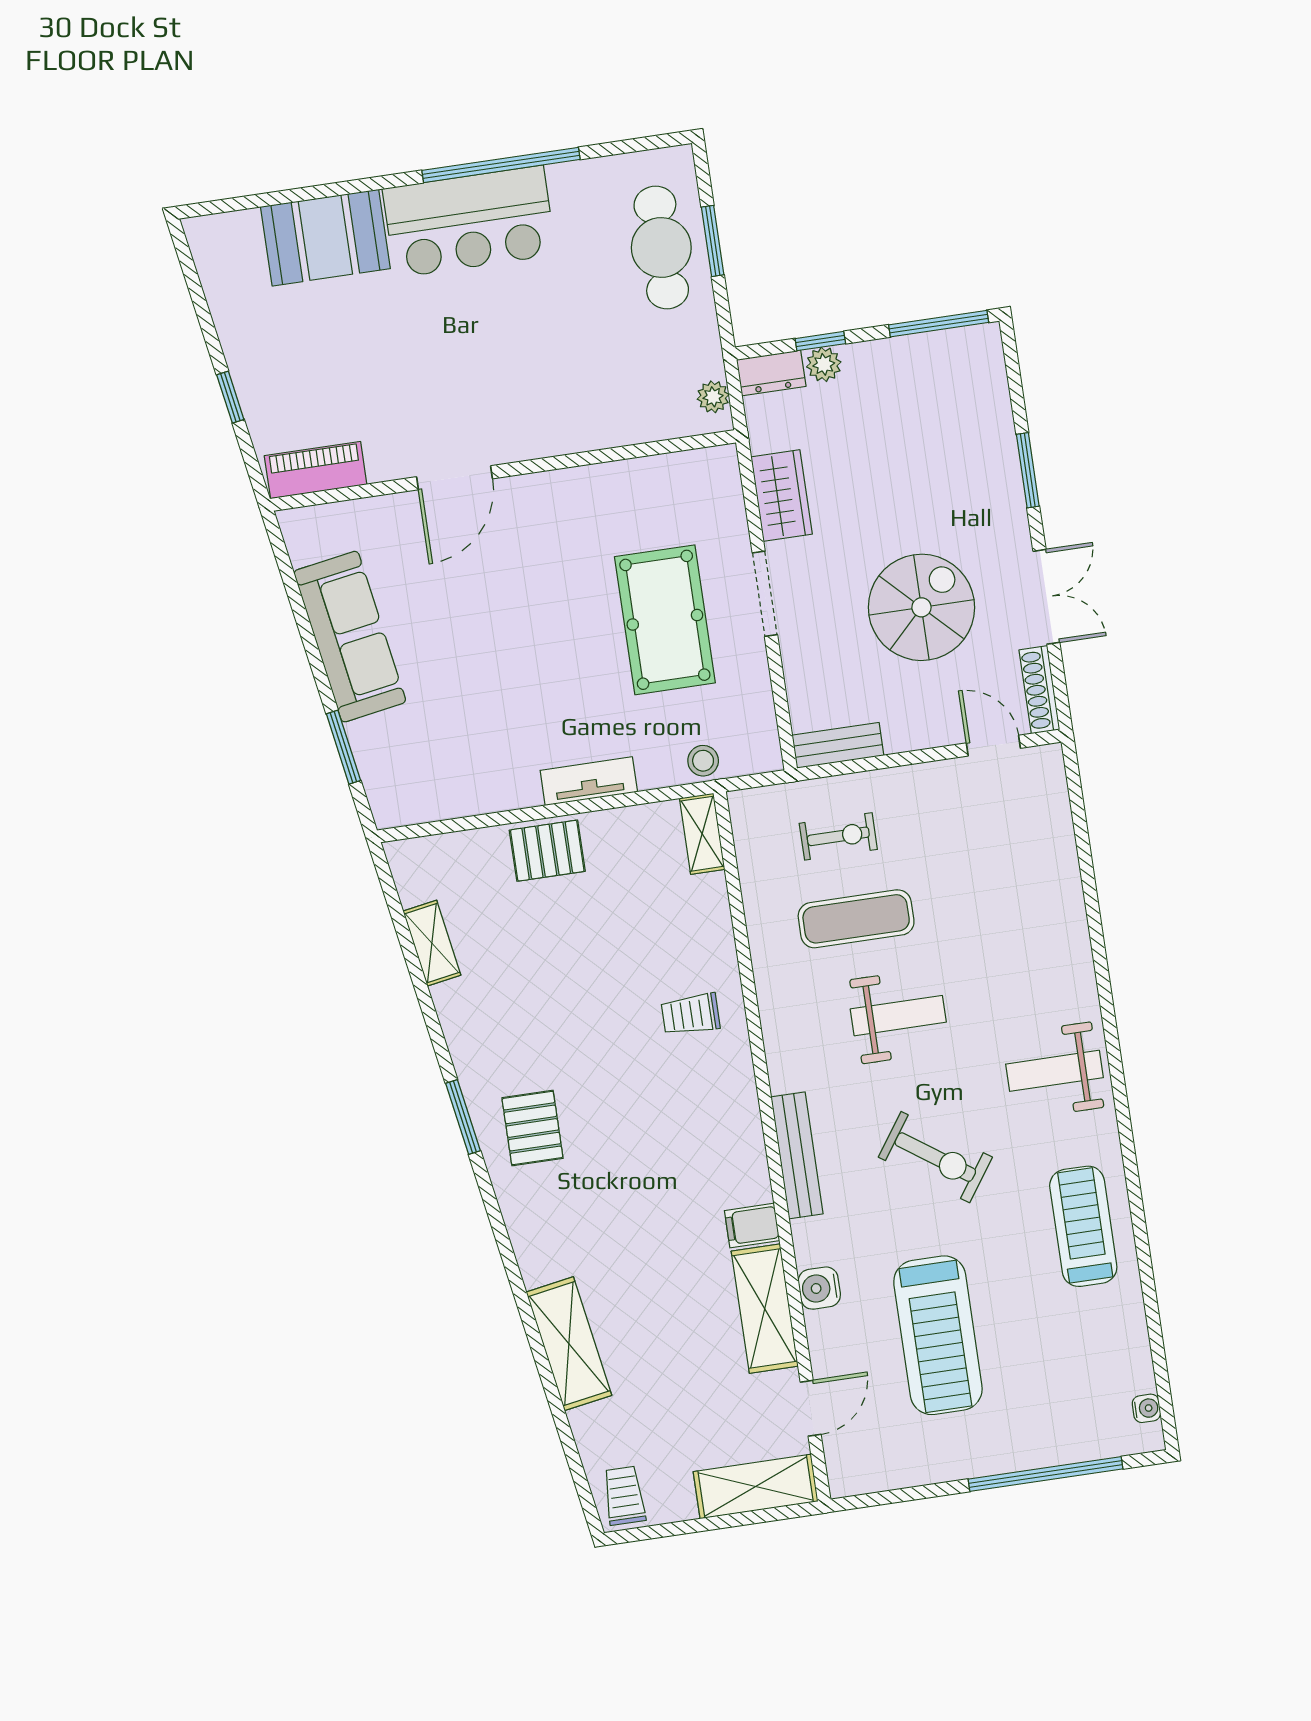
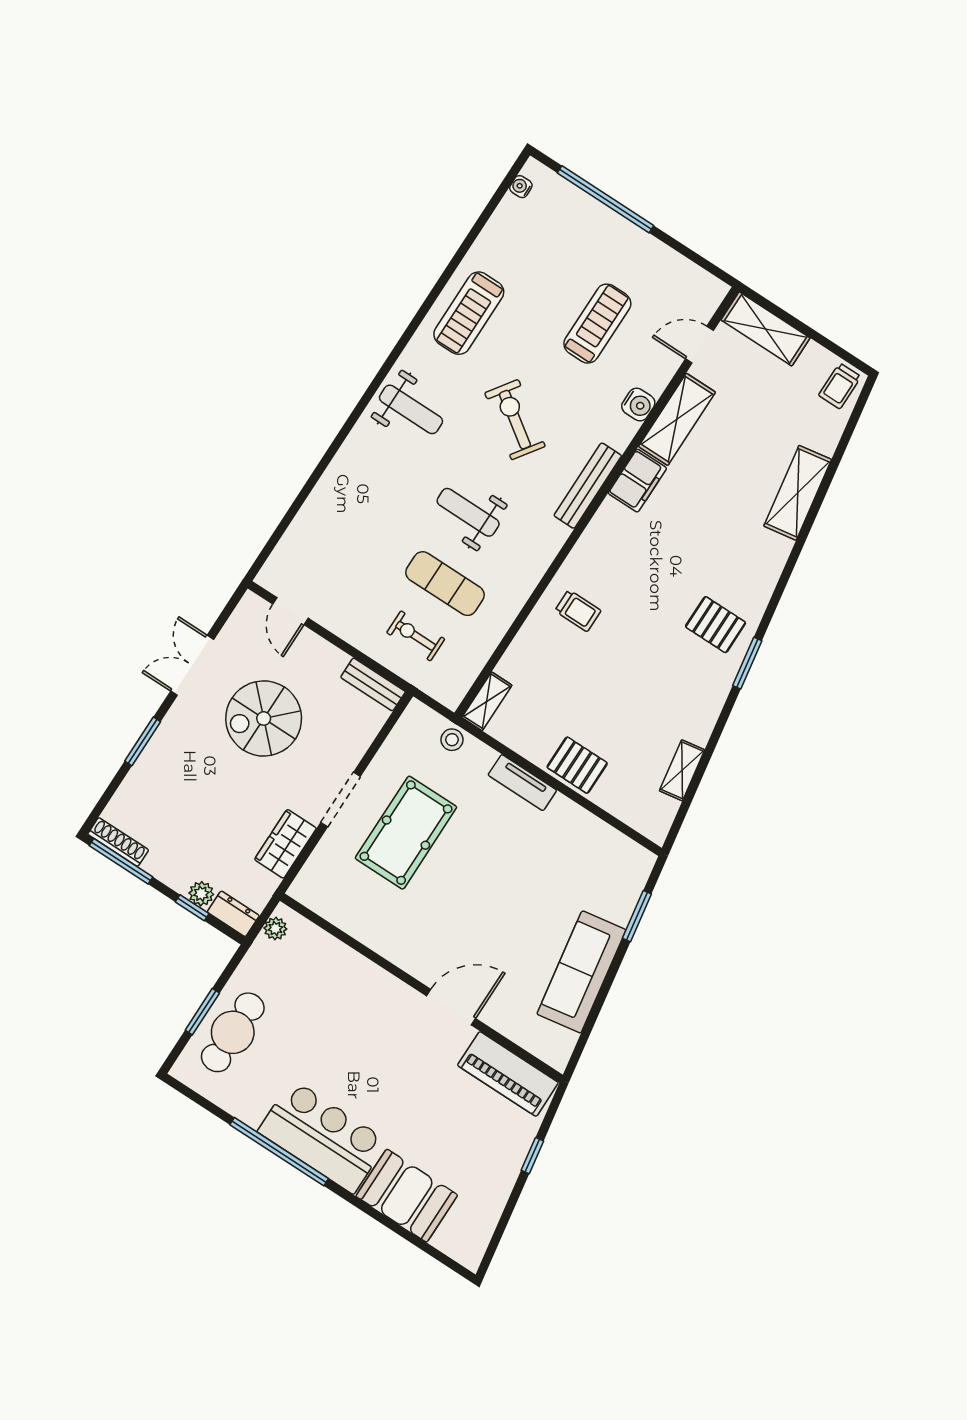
piano: (316, 470) -> (508, 1074), width x1.37, depth x1.33
shoe rack: (1039, 690) -> (118, 842), moved, turned -90
pallet: (532, 1128) -> (716, 625), turned 90
filing cabinet: (752, 1226) -> (637, 481), width x2.00
treadmill: (938, 1335) -> (597, 324), width x0.73, depth x0.73

